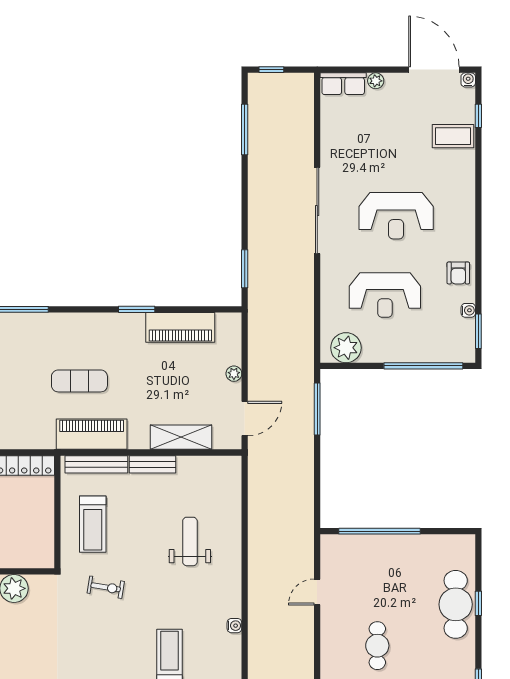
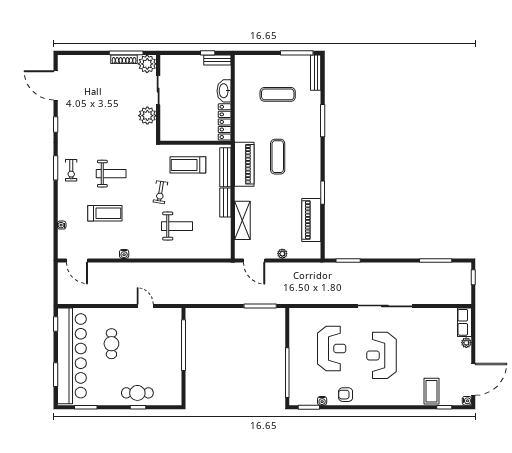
reception desk: (385, 295) -> (332, 348), turned 180
plant: (346, 348) -> (299, 324), removed
exercise bike: (106, 587) -> (160, 192), moved
cafe table: (456, 604) -> (137, 393), width x0.73, depth x0.74
weight bench: (106, 646) -> (111, 174), added
cafe table: (377, 646) -> (111, 344), turned 90

